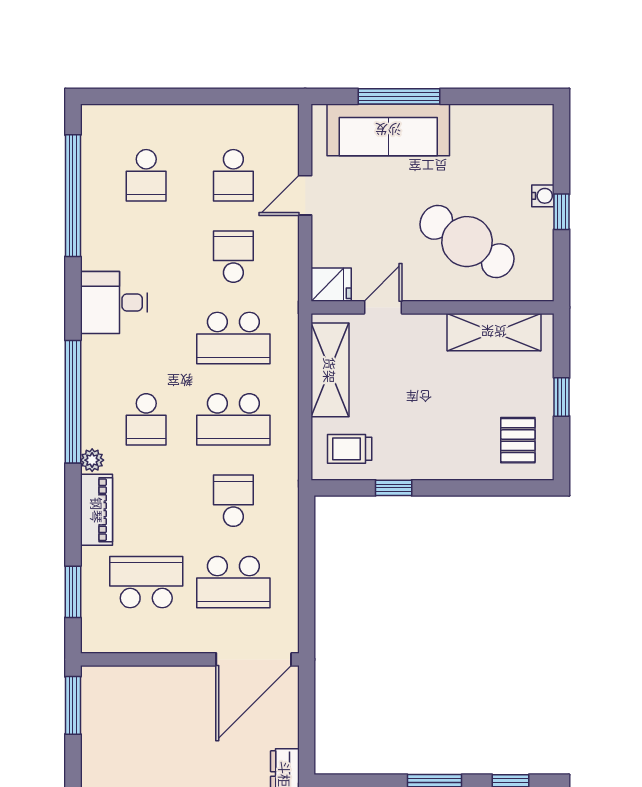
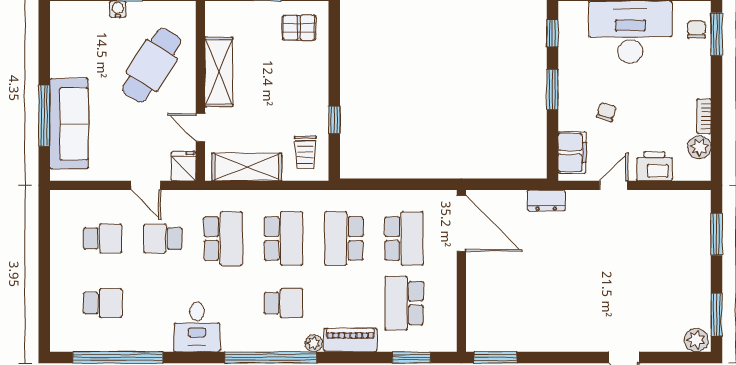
door: (305, 195) -> (146, 185), moved
shelving: (494, 332) -> (219, 72), moved
school desk: (233, 501) -> (344, 239), width x1.85

